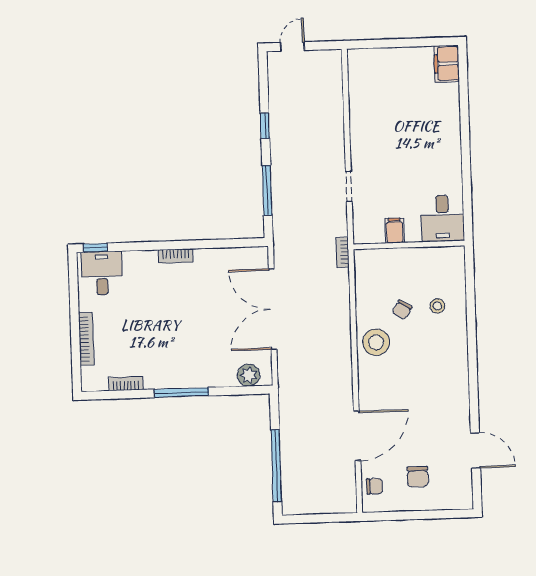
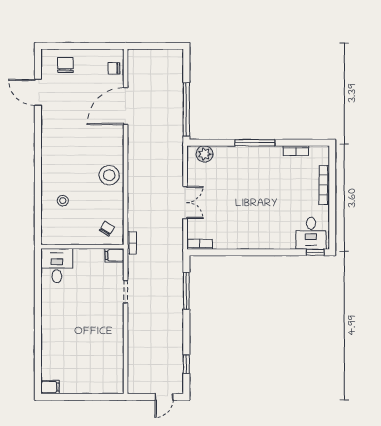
filing cabinet: (447, 64) -> (50, 387), width x0.50
window: (265, 126) -> (186, 364), moved
filing cabinet: (395, 231) -> (115, 255), moved, turned 90
bookcase: (176, 256) -> (200, 244), moved
double door: (273, 309) -> (185, 202), width x0.54
chair: (402, 310) -> (107, 229), moved
window: (276, 466) -> (186, 109), moved
chair: (418, 477) -> (65, 65), moved

